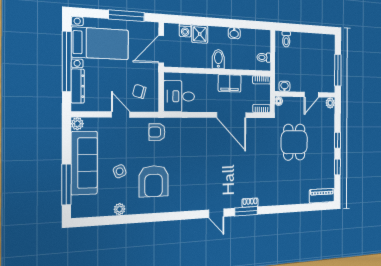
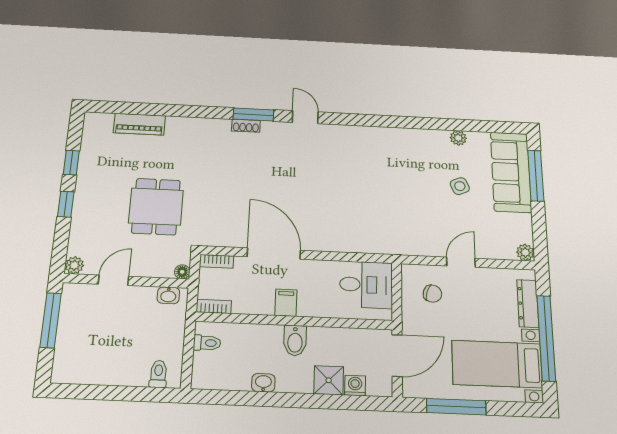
filing cabinet: (230, 83) -> (286, 303), width x0.50
door: (121, 114) -> (461, 262), swing flipped
armchair: (157, 132) -> (403, 235), removed
sofa: (84, 163) -> (511, 172), moved
armchair: (154, 181) -> (407, 169), removed
piano: (322, 196) -> (139, 124), moved

